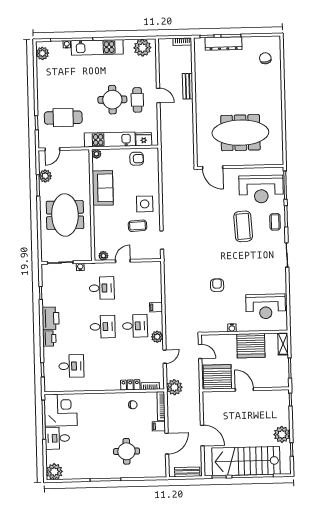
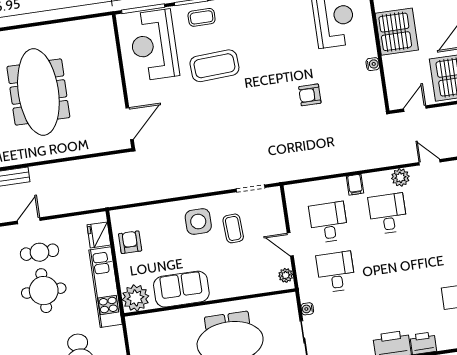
meeting table: (240, 133) -> (38, 92), moved
plant: (96, 154) -> (136, 298), width x1.87, depth x1.87
reception desk: (261, 189) -> (154, 45), turned 180
desk: (103, 327) -> (329, 222), moved

